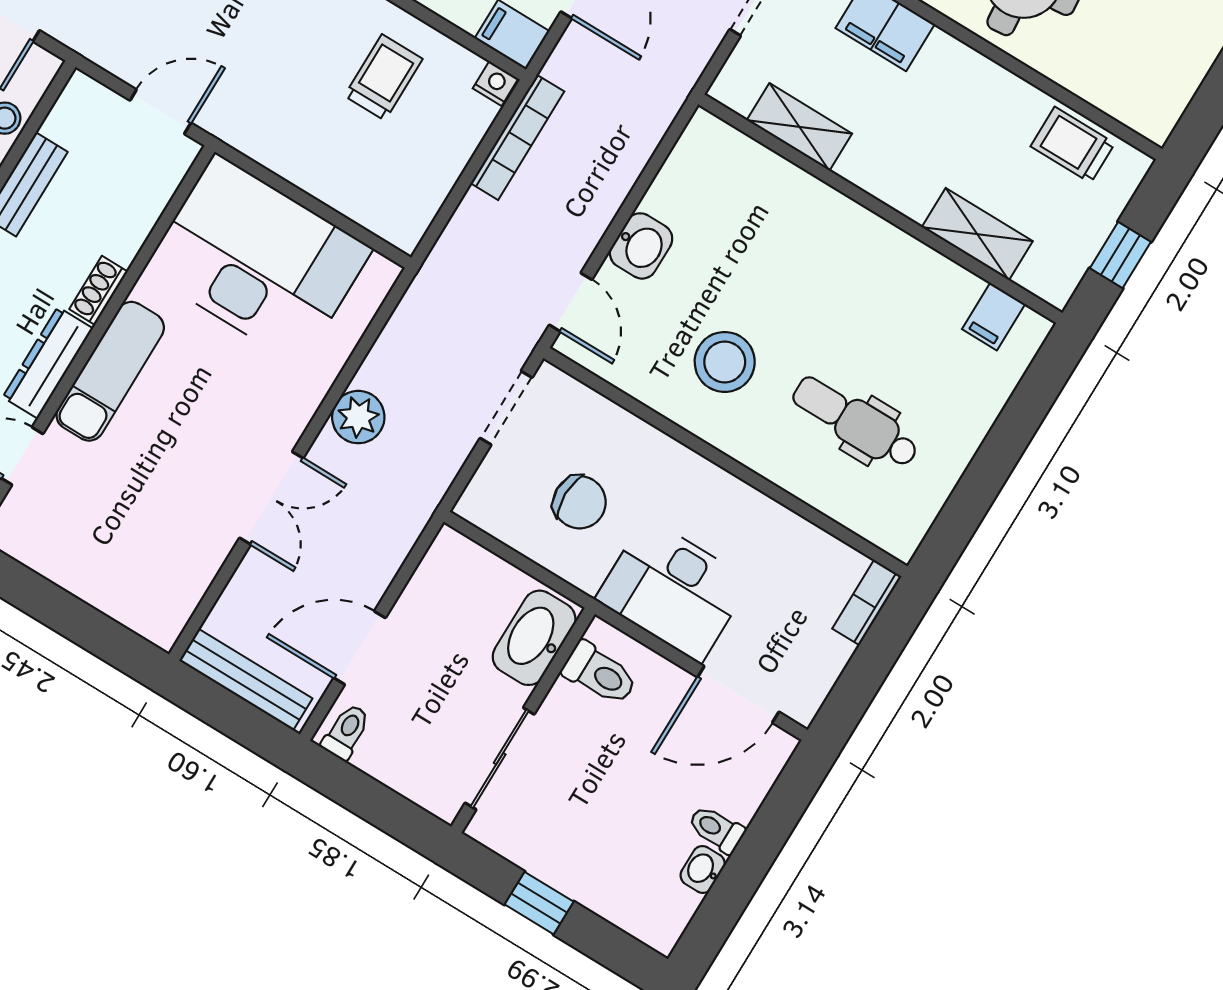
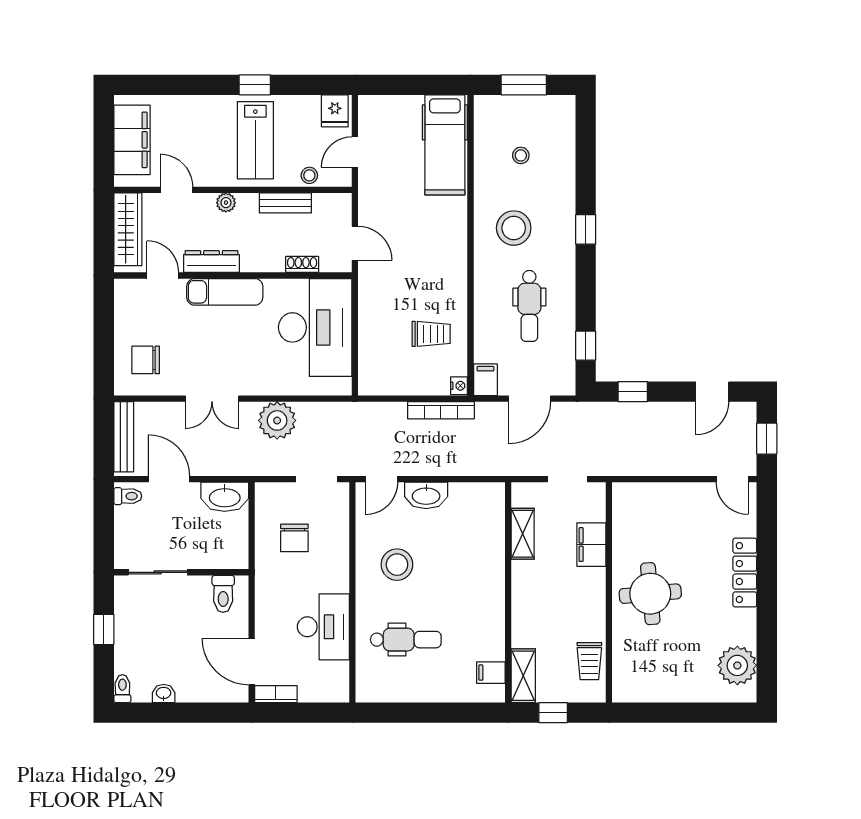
trolley: (1073, 145) -> (589, 661), turned 180
shelving: (977, 234) -> (523, 676), moved
washbasin: (641, 246) -> (426, 495), width x1.38
shoe rack: (99, 290) -> (302, 264), moved
plant: (358, 417) -> (277, 420), width x1.36, depth x1.36
dental chair: (855, 422) -> (406, 640), turned 90
chair: (142, 567) -> (146, 360), added
desk: (673, 590) -> (323, 627), moved, turned 180
bookcase: (867, 603) -> (276, 694), moved
washbasin: (534, 638) -> (225, 497), moved, turned 180
toilet: (716, 829) -> (122, 689), moved

